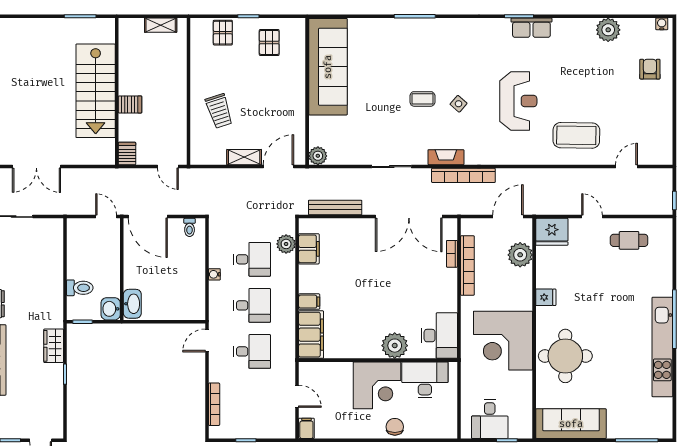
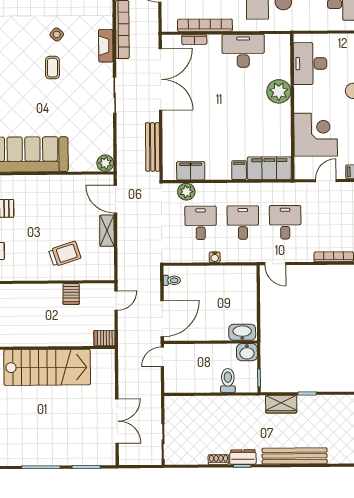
server rack: (130, 104) -> (71, 294), moved, turned 180
desk: (439, 336) -> (243, 51), moved
corner desk: (377, 385) -> (316, 135), moved

